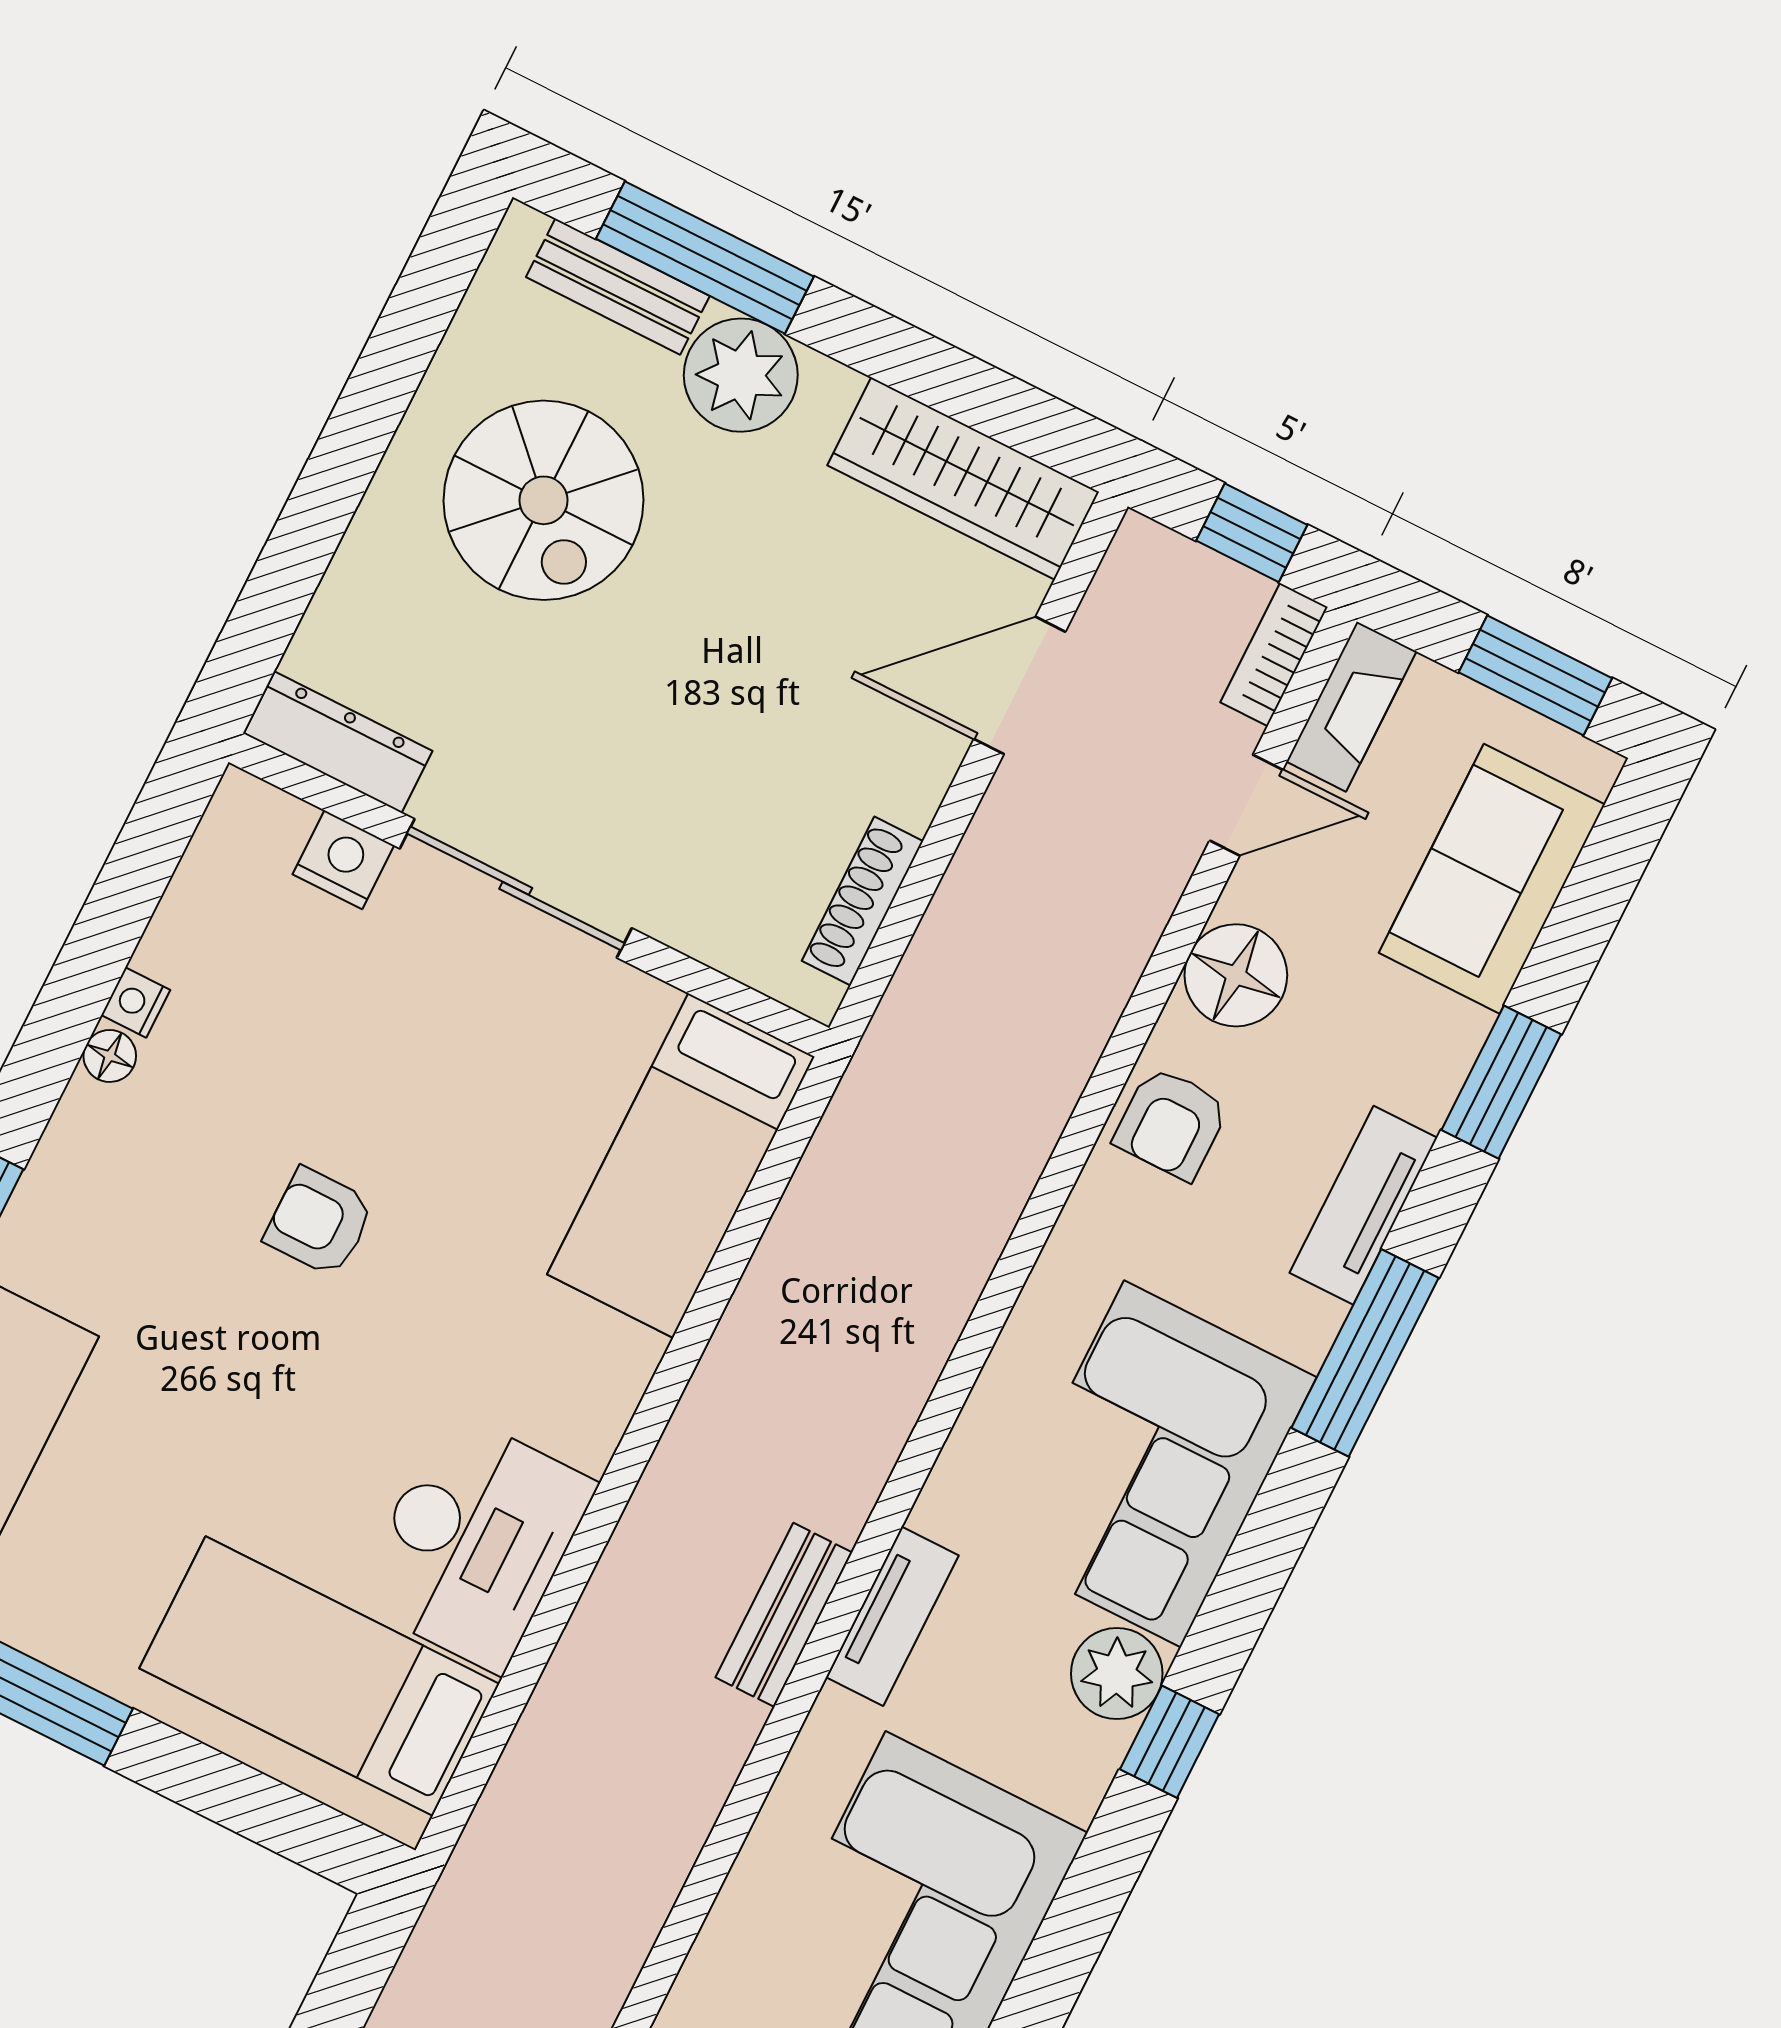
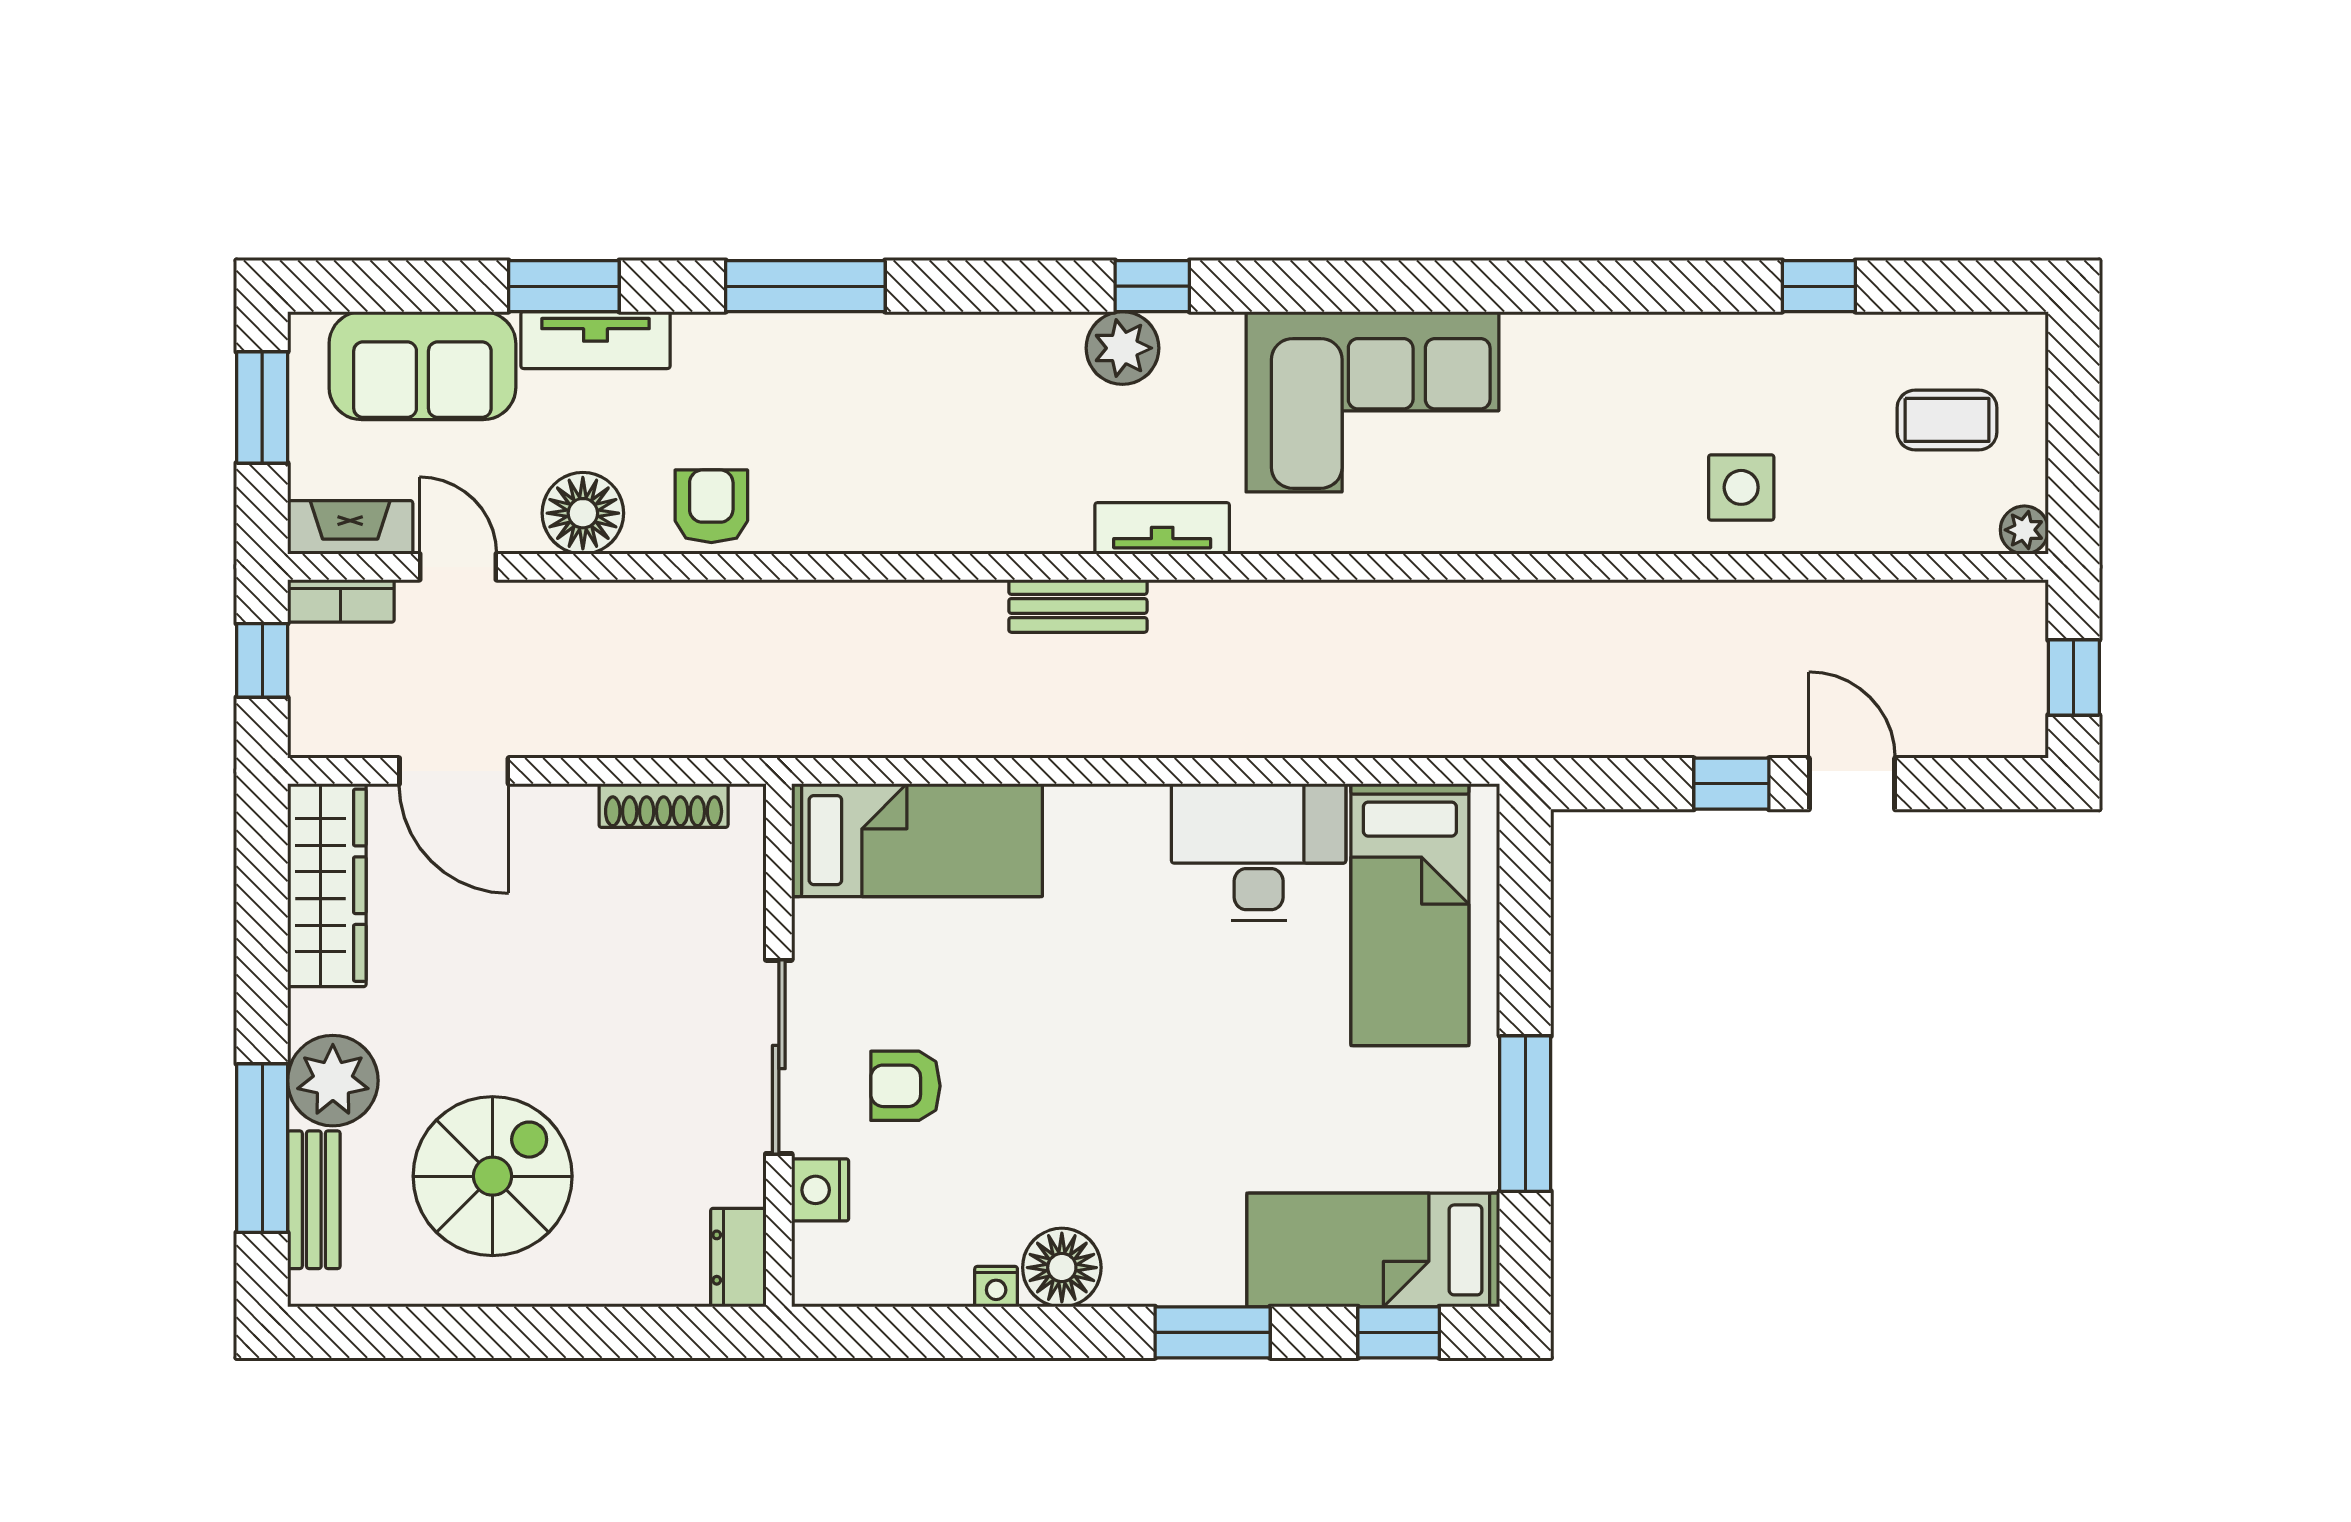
dresser: (338, 742) -> (738, 1258), width x0.70
floor lamp: (110, 1056) -> (1062, 1268), width x1.89, depth x1.89
armchair: (1171, 1123) -> (711, 506), turned -90
tv unit: (1363, 1205) -> (595, 340), moved
armchair: (319, 1222) -> (905, 1086), moved, turned 90
corner sofa: (1153, 1464) -> (960, 398), removed
bench: (784, 1615) -> (1078, 606), moved

